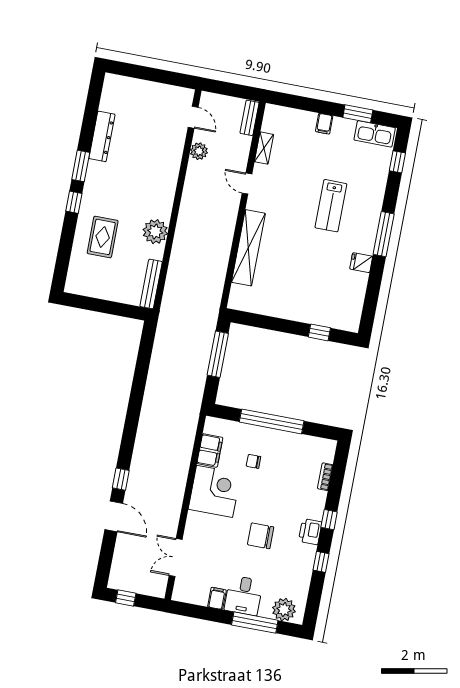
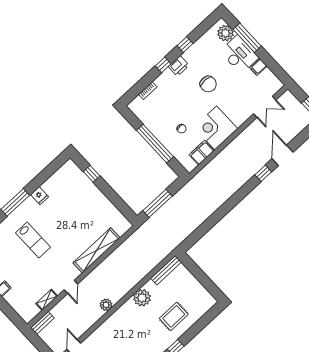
plant: (199, 151) -> (106, 305), moved
lab bench: (331, 206) -> (33, 240), turned 90
desk: (244, 595) -> (239, 54), width x1.37

